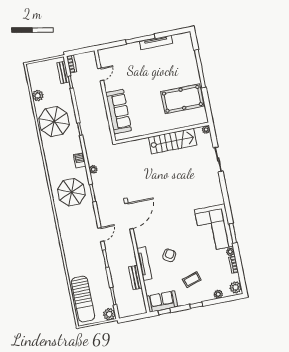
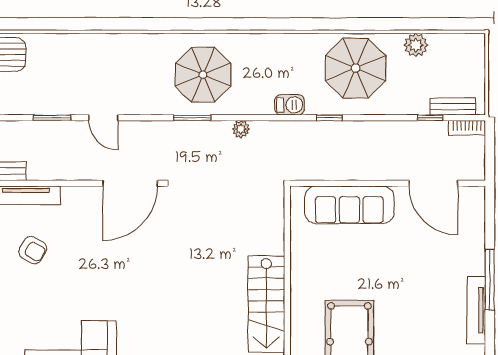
door: (101, 74) -> (433, 183), width x1.87
barbecue: (80, 160) -> (290, 105), moved
door: (129, 216) -> (130, 183), hinge flipped

